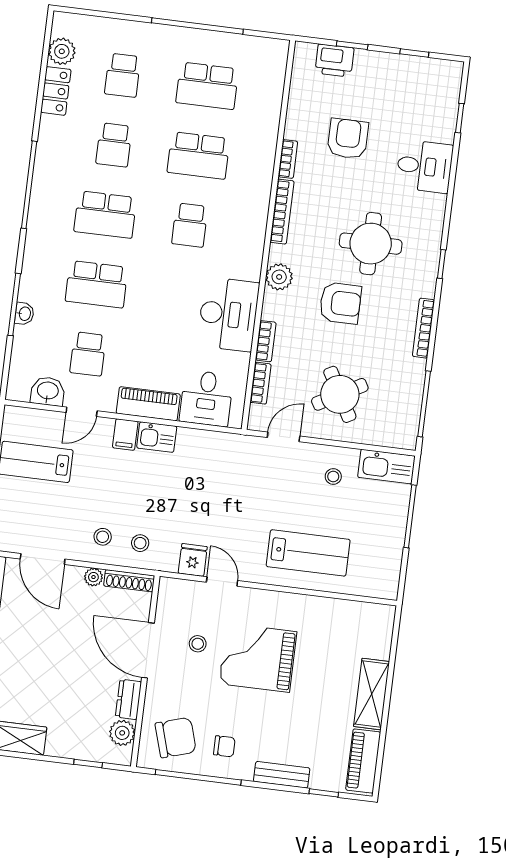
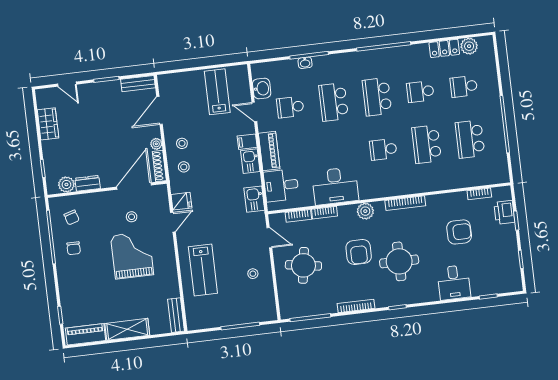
bookcase: (288, 159) -> (479, 194), moved
round table: (340, 394) -> (303, 265), turned 38
kitchen sink: (386, 467) -> (254, 199), moved, width x0.73
door: (148, 650) -> (134, 186), moved
chair: (176, 738) -> (72, 217), width x0.54, depth x0.54
bench: (282, 775) -> (176, 315), moved

